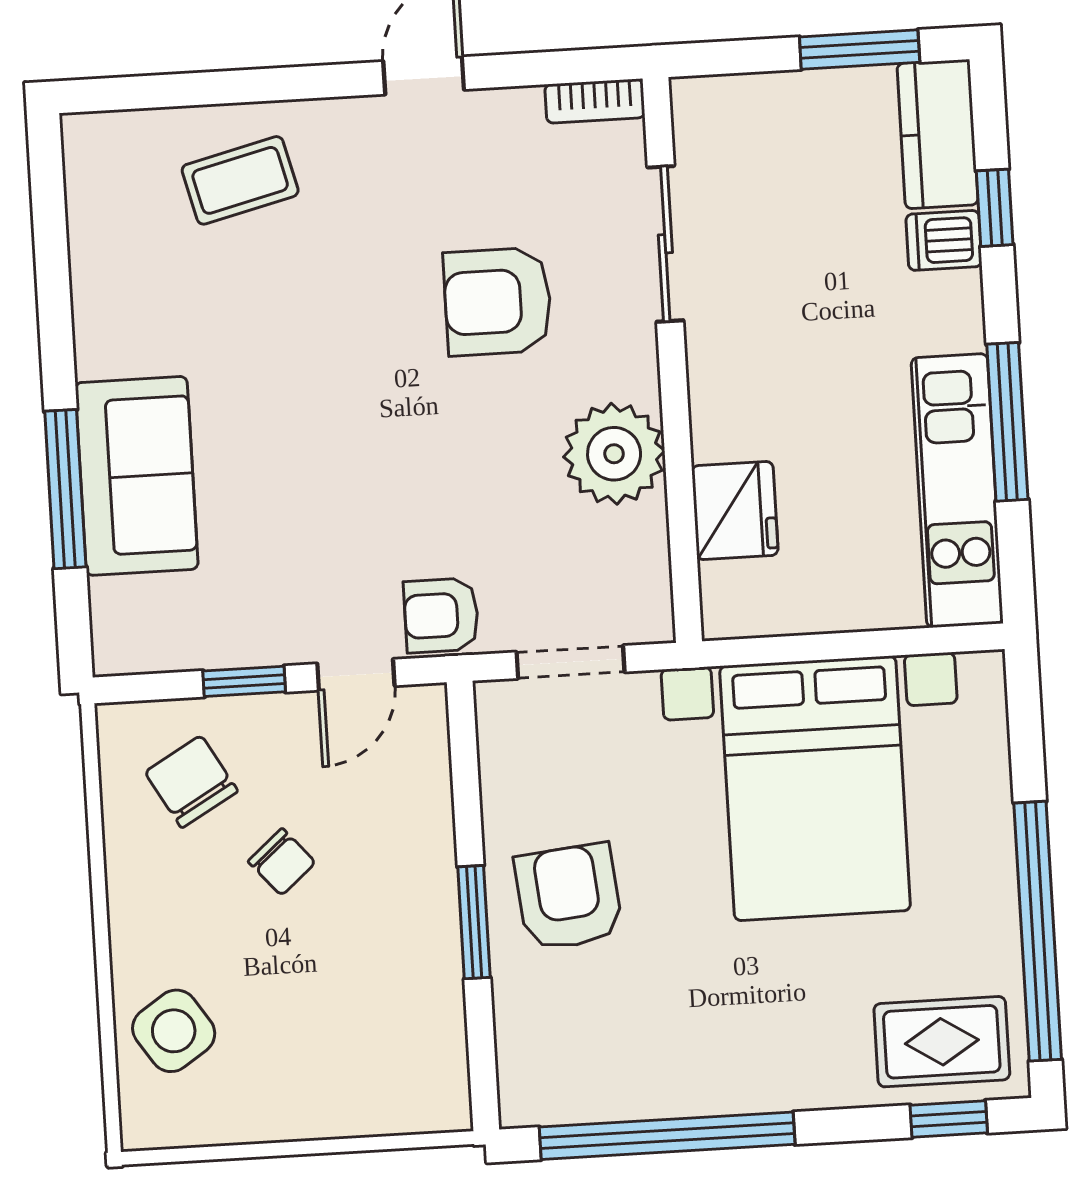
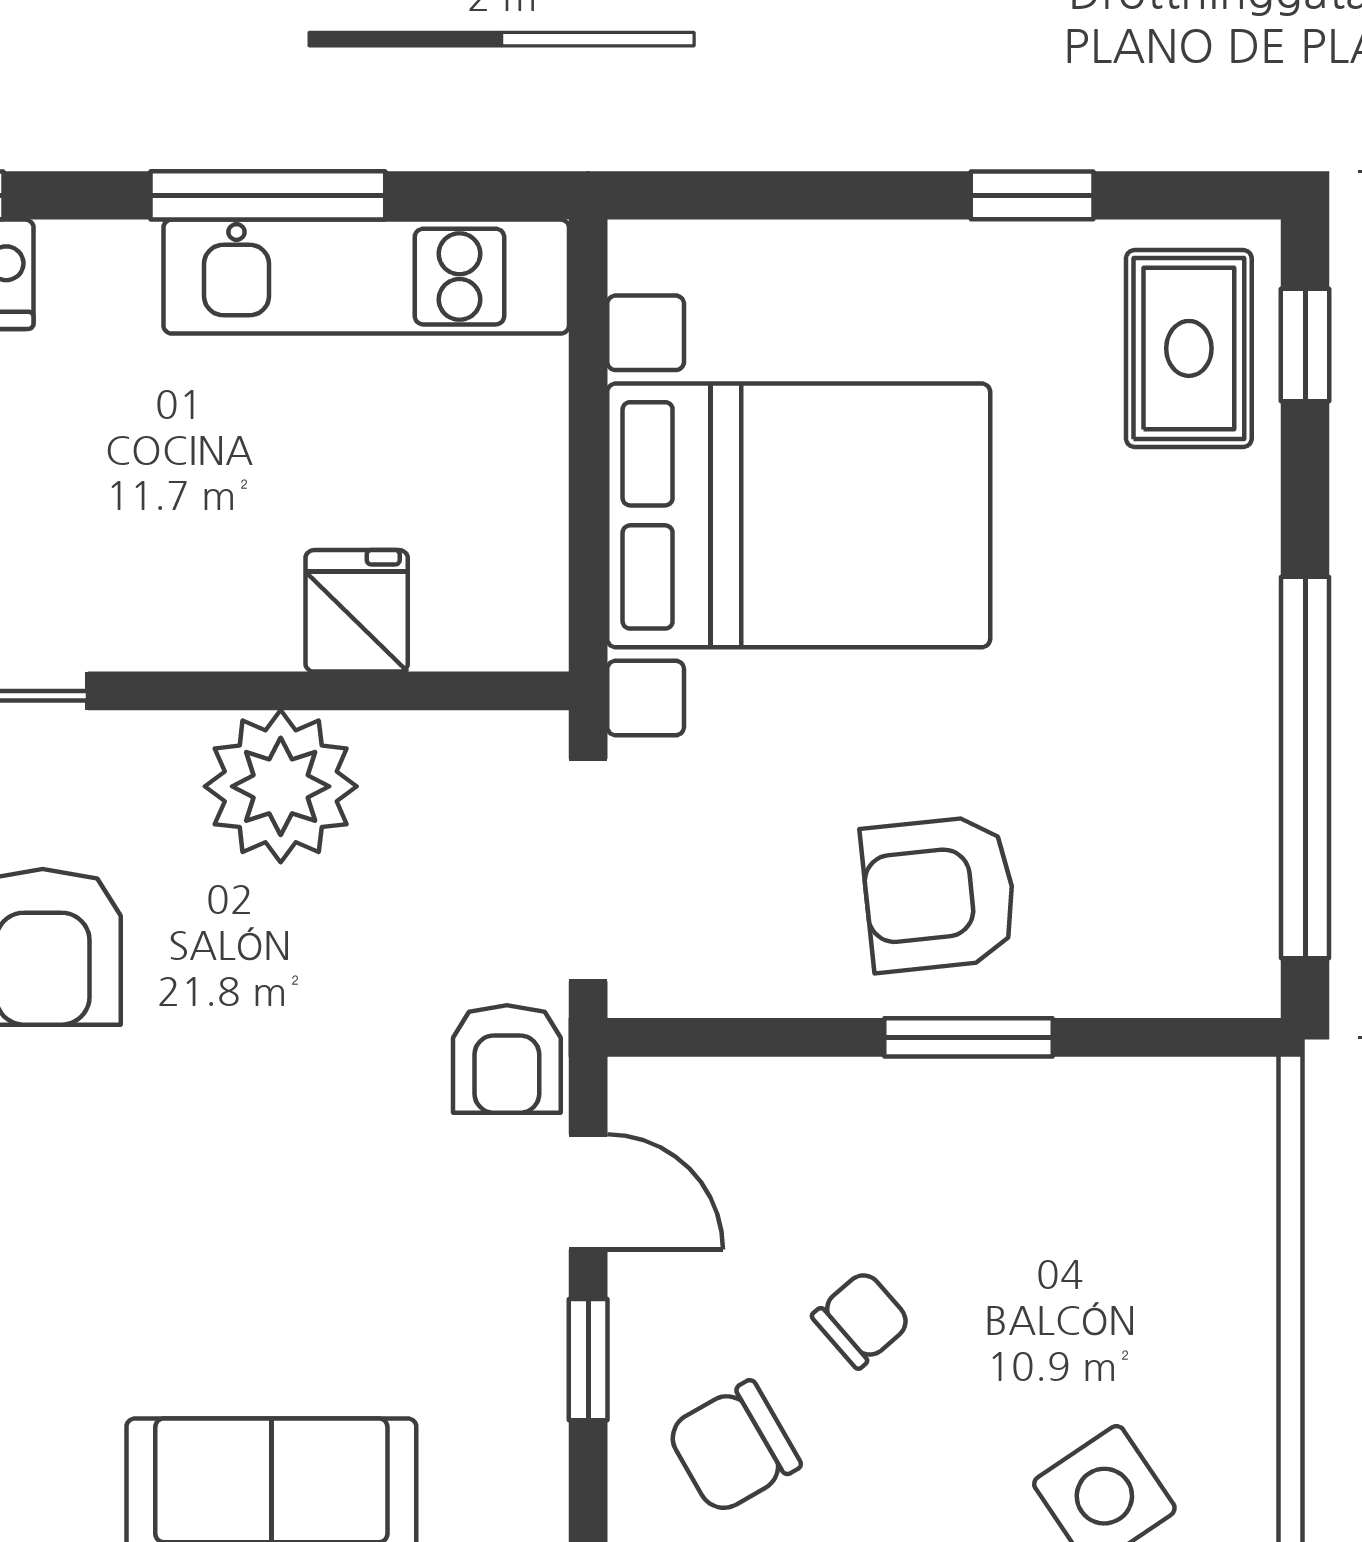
fridge: (735, 511) -> (357, 611), width x0.72
doorway: (570, 662) -> (588, 870), width x1.38
window: (1038, 931) -> (1032, 195), width x0.32

